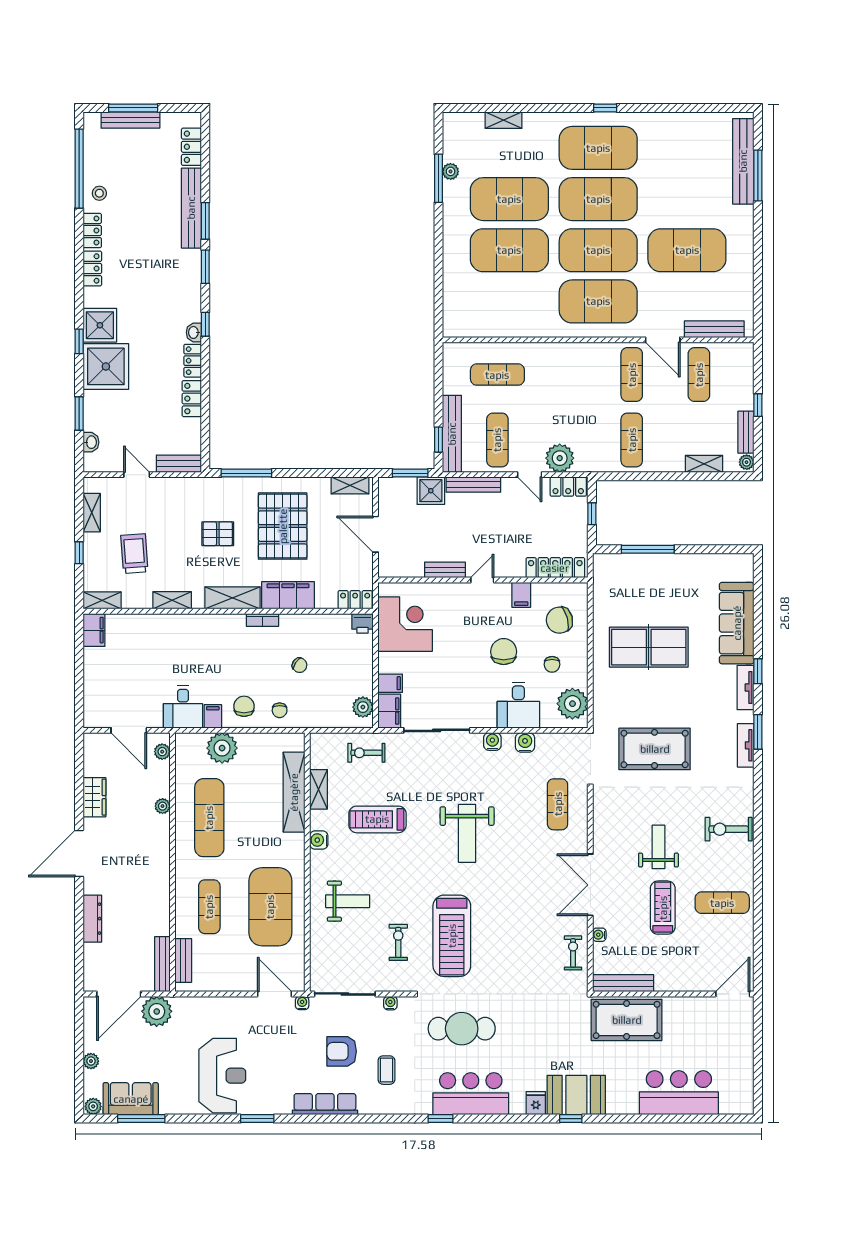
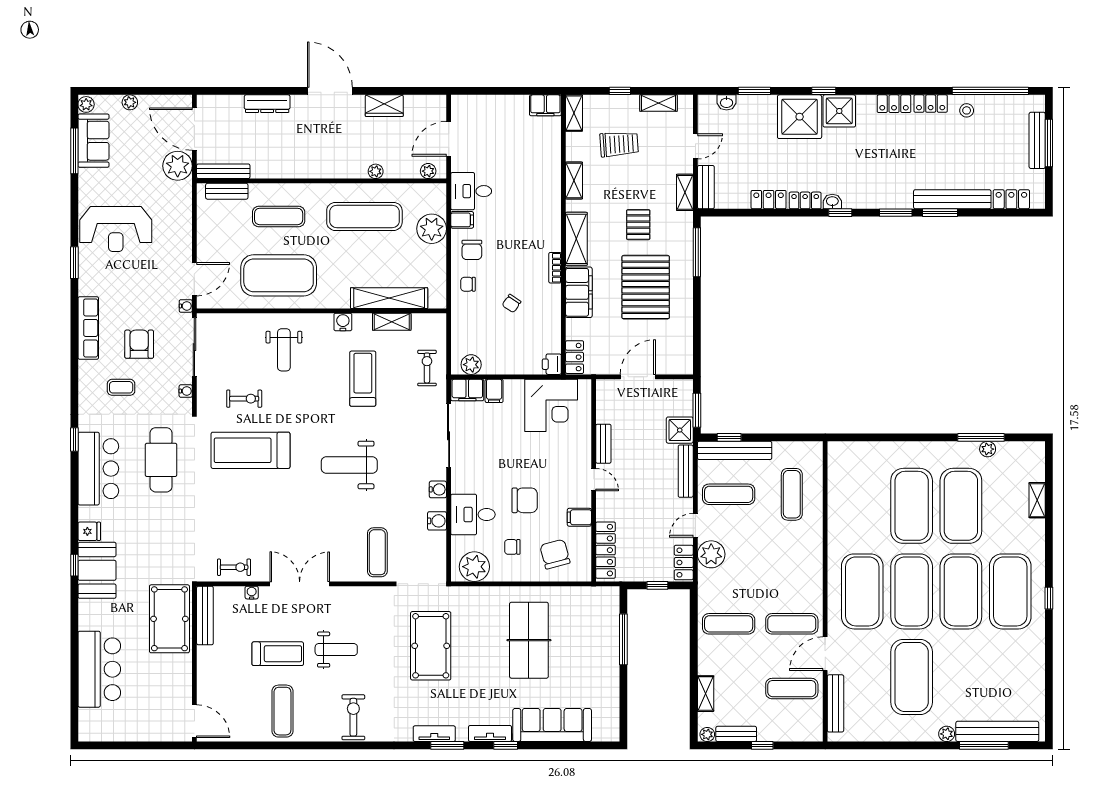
plant: (746, 214) -> (947, 734), added
shelving: (350, 485) -> (685, 192), moved
pallet: (283, 526) -> (646, 287), turned 90
chair: (244, 706) -> (472, 250), turned 90
exercise mat: (558, 804) -> (377, 552), turned 90

